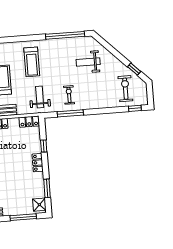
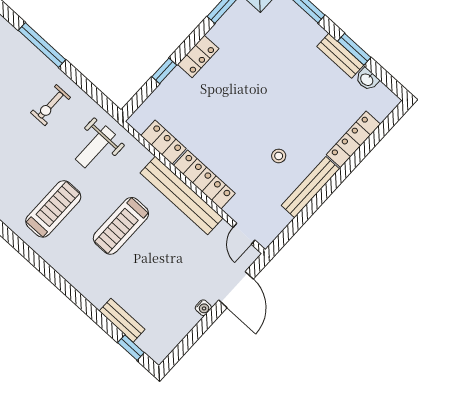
window: (70, 113) -> (42, 45), moved
locker: (29, 122) -> (164, 142), moved

